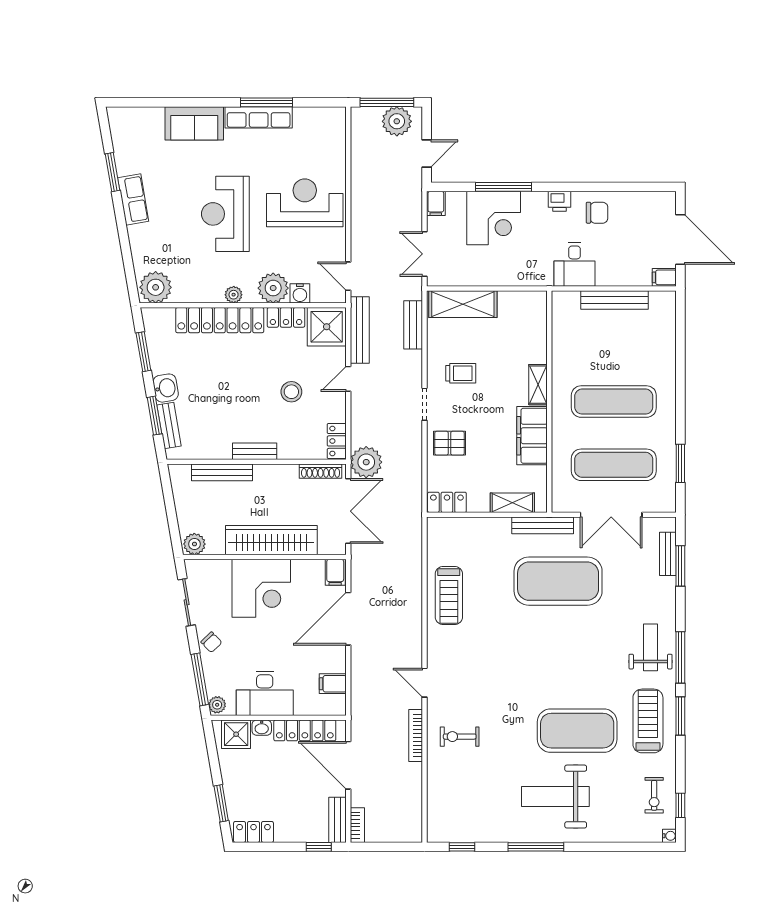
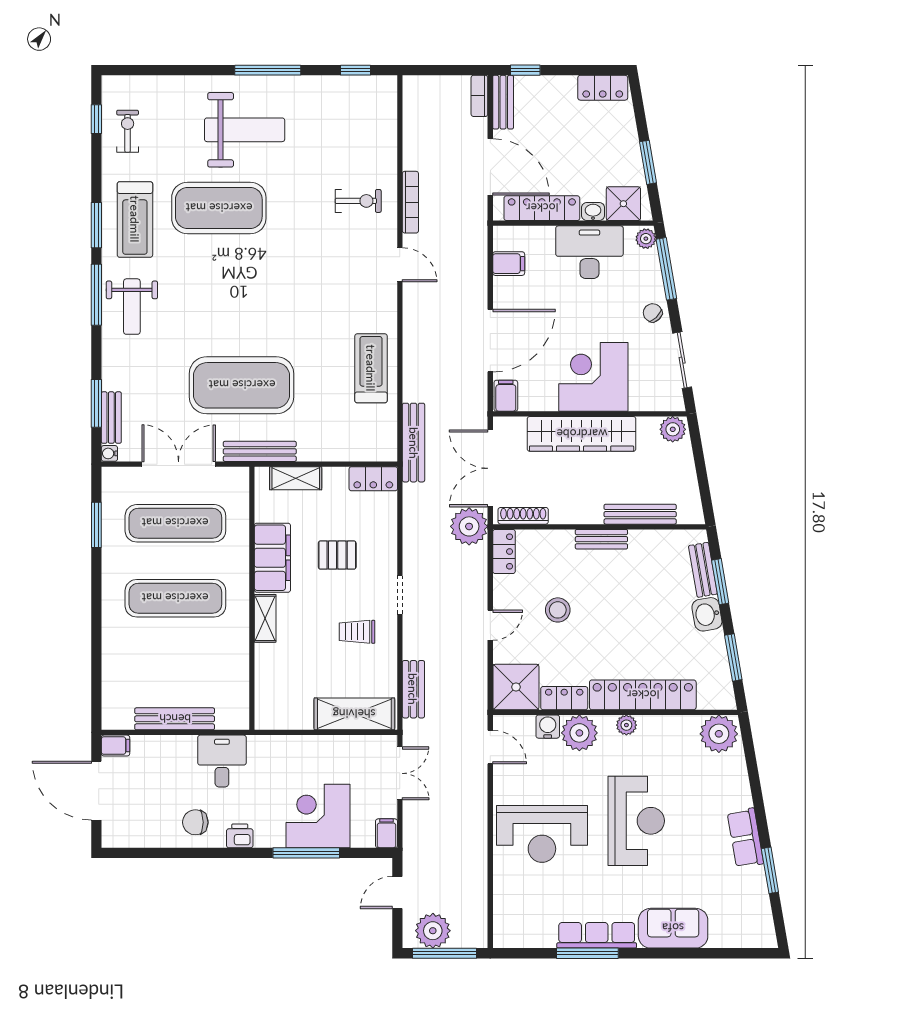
bench: (360, 330) -> (414, 443), moved
pallet: (449, 443) -> (337, 555), moved
window: (221, 803) -> (648, 162), moved
water cooler: (669, 836) -> (109, 453), moved

